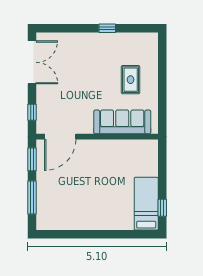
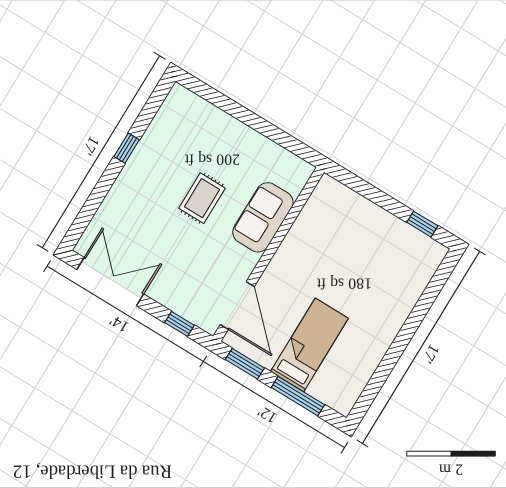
rug: (131, 80) -> (202, 198), moved, turned 90
sofa: (122, 122) -> (263, 217), width x0.73
bed: (146, 204) -> (309, 345), moved, turned 90

